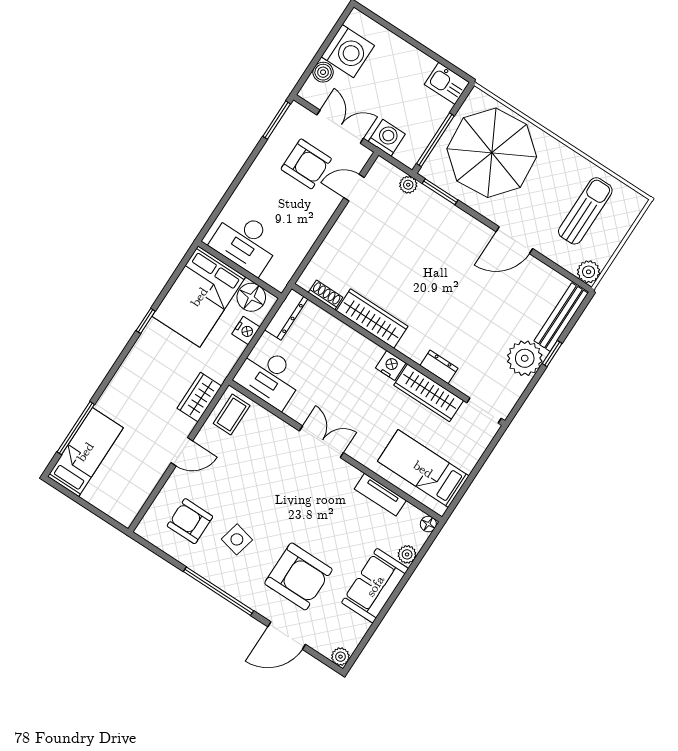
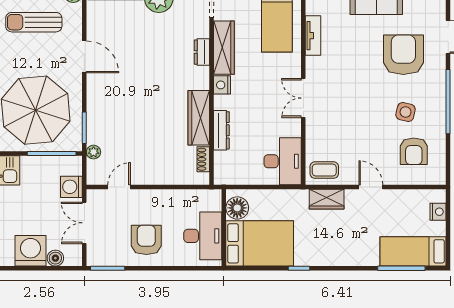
armchair: (306, 164) -> (146, 240), moved
door: (354, 188) -> (119, 187), swing flipped
dresser: (286, 314) -> (221, 130), moved, turned 90
nightstand: (246, 331) -> (438, 212), moved, turned 90

